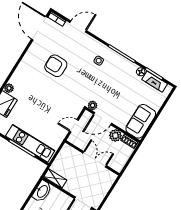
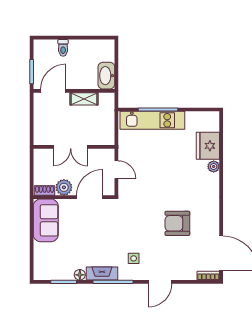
door: (78, 26) -> (160, 282), moved
armchair: (56, 66) -> (177, 223), turned 180
fireplace: (155, 82) -> (102, 273), moved
plant: (93, 105) -> (110, 205), removed
door: (74, 126) -> (116, 170), hinge flipped
shelving: (55, 178) -> (84, 99), moved

